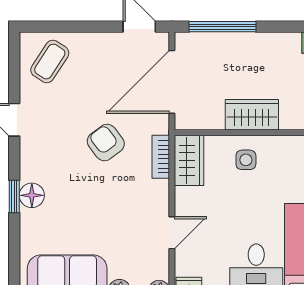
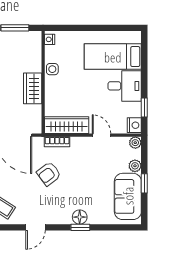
wardrobe: (189, 160) -> (67, 125), width x1.50
side table: (246, 160) -> (52, 69), moved

